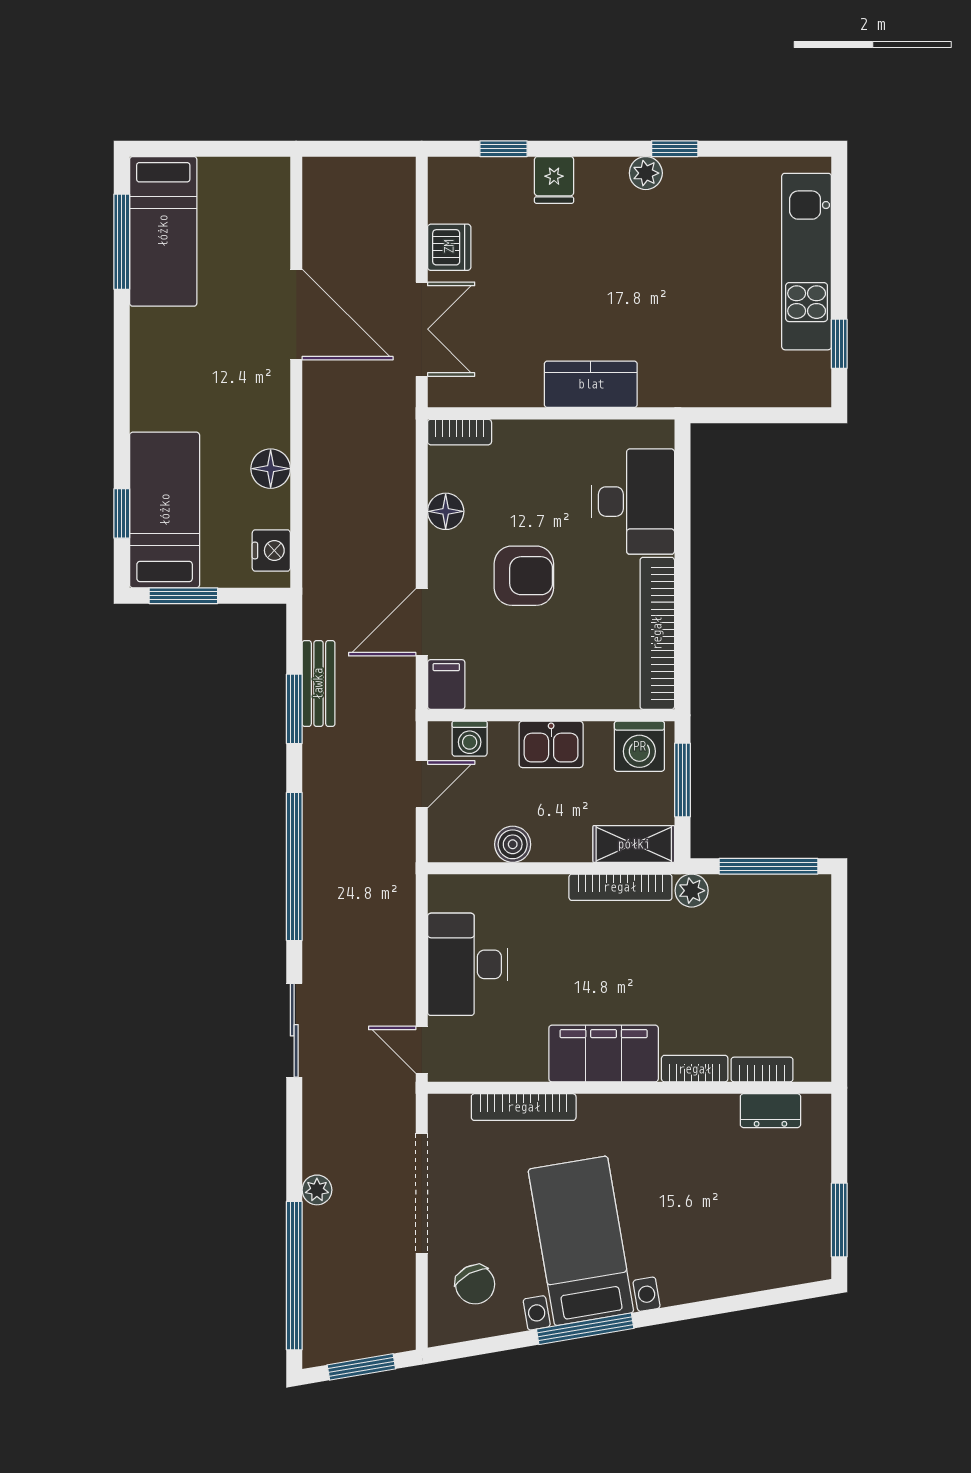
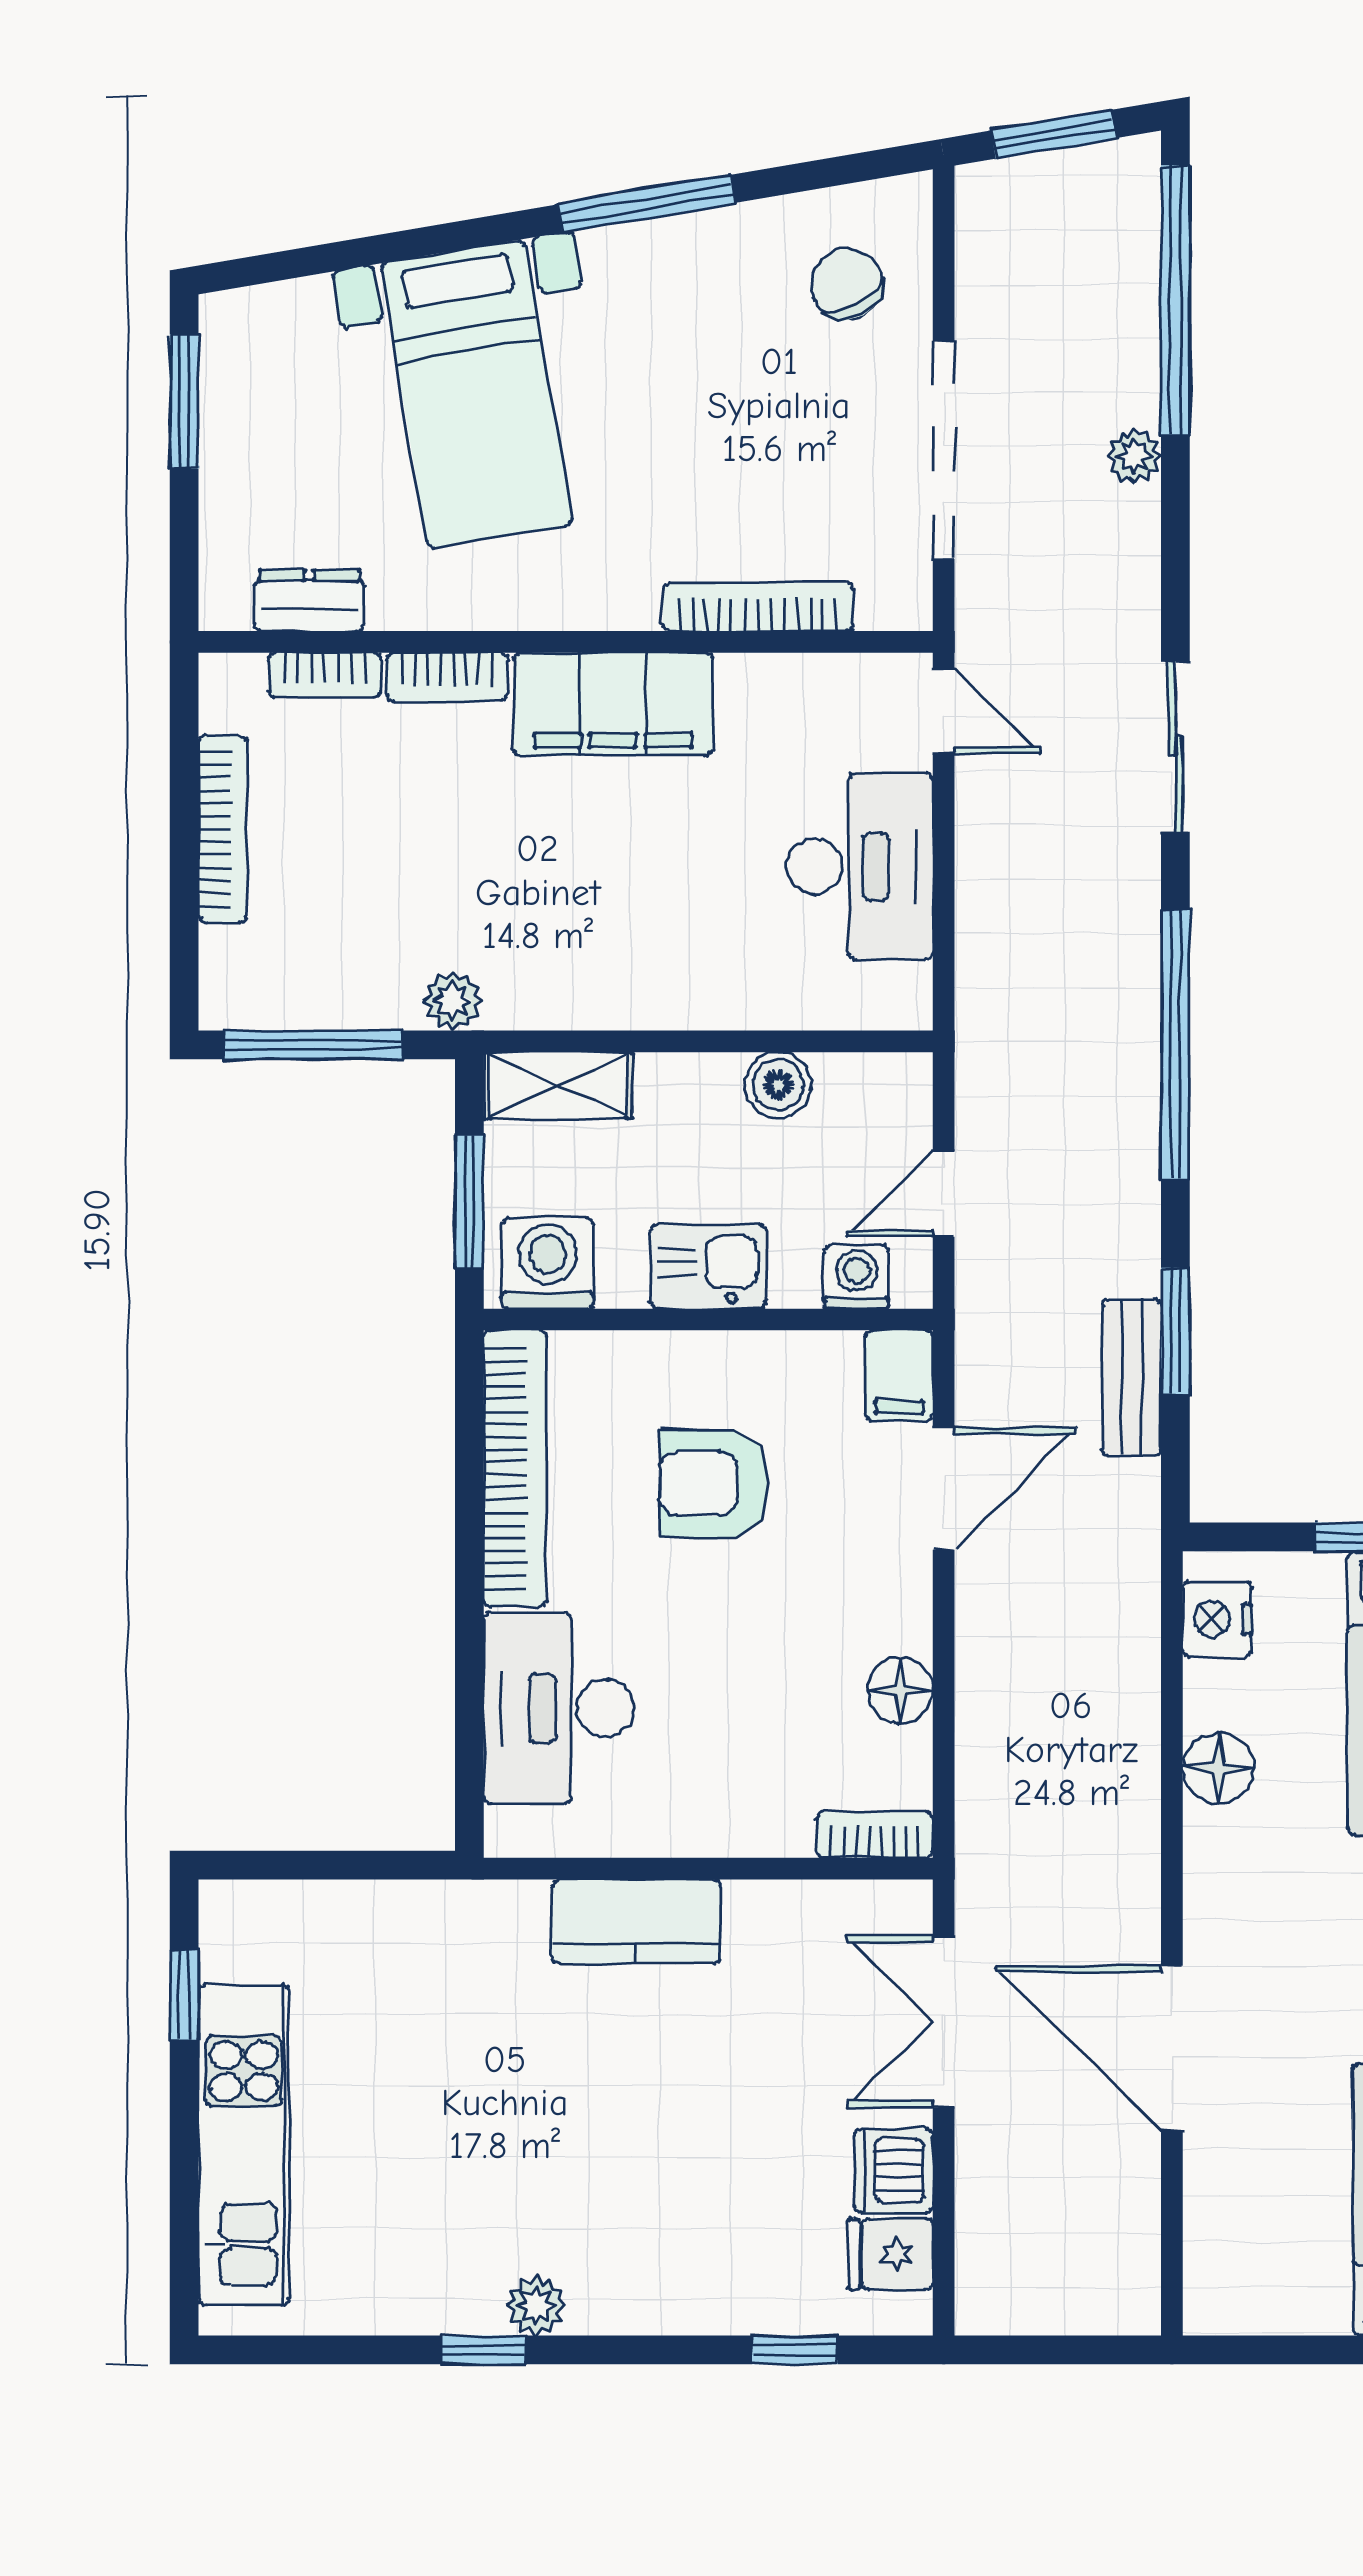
fridge: (554, 180) -> (890, 2254), moved, turned -90
armchair: (524, 576) -> (714, 1484), moved
bookcase: (620, 887) -> (222, 829), moved, turned 90
bed with nightstands: (581, 1241) -> (476, 394), moved

